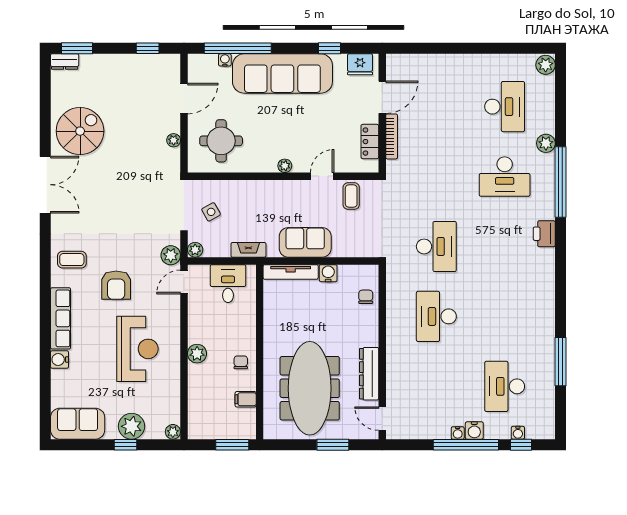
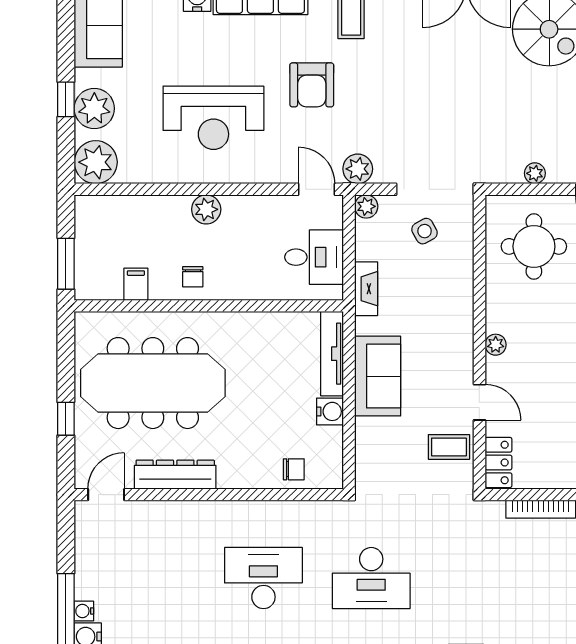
locker: (370, 142) -> (498, 462), moved, turned 90
armchair: (116, 285) -> (312, 85), turned -90
chair: (241, 362) -> (193, 277), turned 90
plant: (173, 432) -> (96, 162), width x1.88, depth x1.88
window: (333, 445) -> (66, 419), width x0.67

